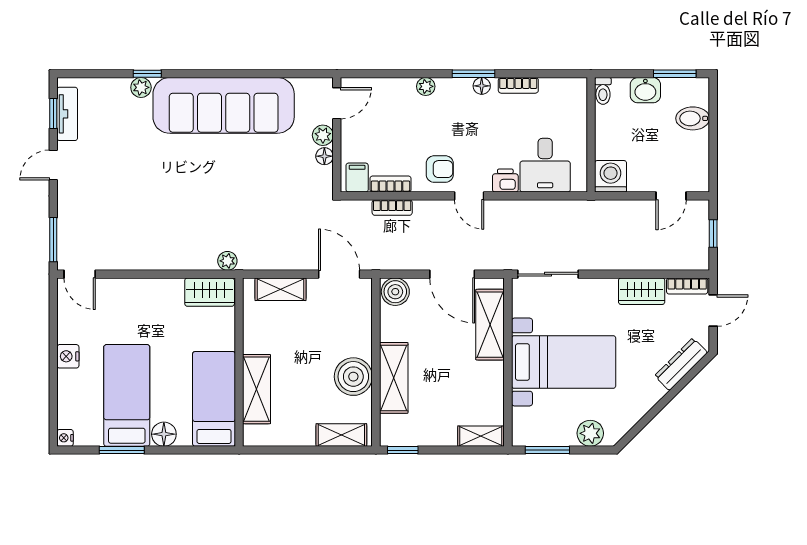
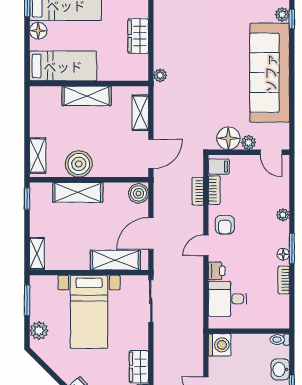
floor lamp: (324, 156) -> (228, 138), width x1.89, depth x1.89
wardrobe: (210, 292) -> (138, 36), moved
shelving: (257, 389) -> (87, 96), moved

